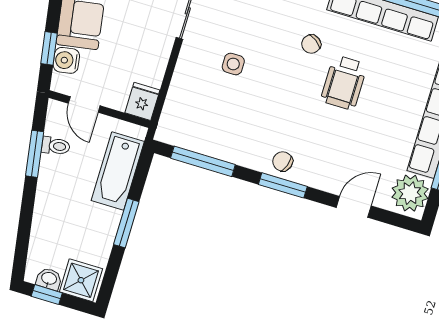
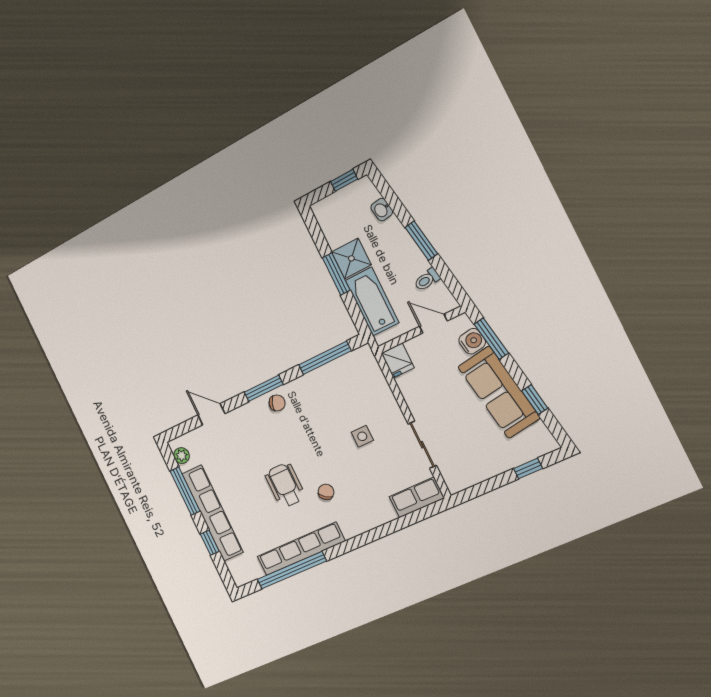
window: (49, 48) -> (491, 339), width x1.50
window: (35, 154) -> (421, 241), moved
plant: (410, 193) -> (182, 456), width x0.53, depth x0.53
door: (354, 207) -> (211, 414), swing flipped
washbasin: (49, 279) -> (382, 210), moved, turned 81
shower: (81, 280) -> (351, 258), moved

